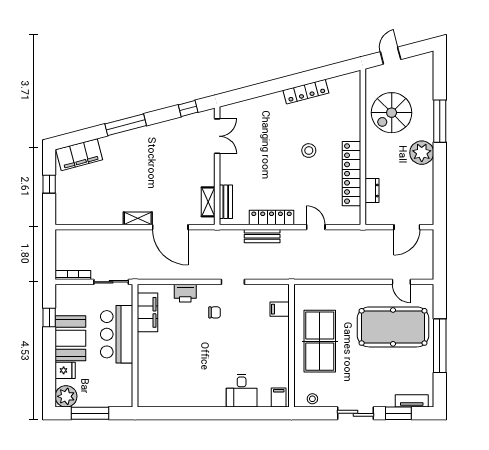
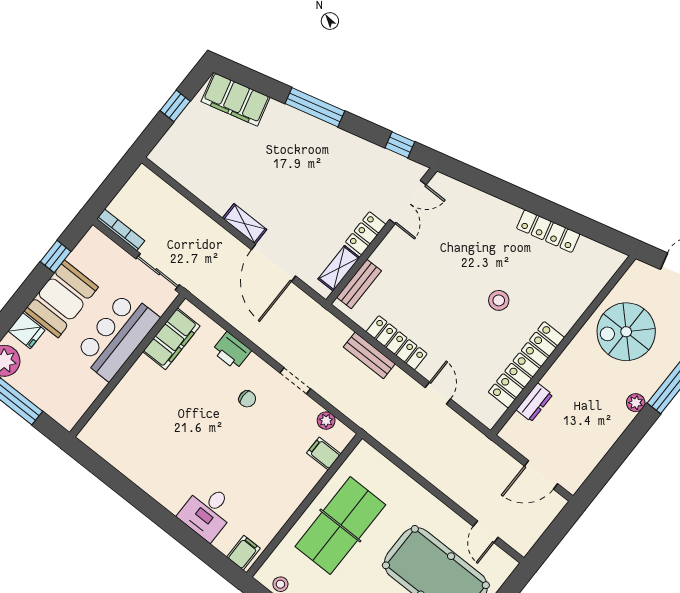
plant: (422, 153) -> (636, 403), width x0.53, depth x0.53
locker: (207, 171) -> (366, 233), added
plant: (267, 290) -> (326, 421), added

